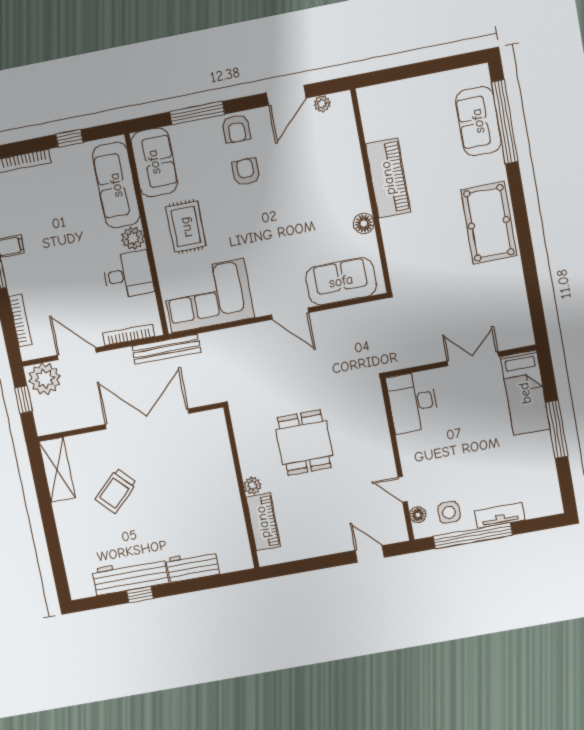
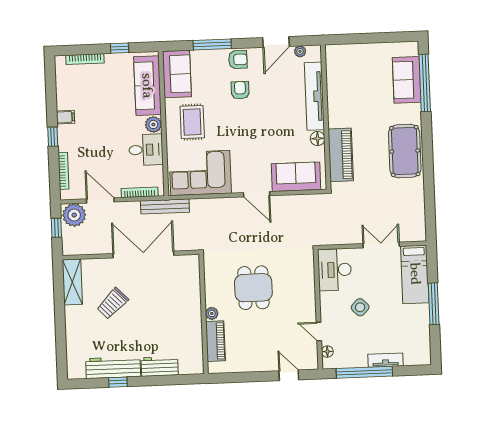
armchair: (236, 129) -> (238, 60), turned -90
tv unit: (351, 164) -> (314, 96), added
piano: (388, 178) -> (341, 155), moved
side table: (449, 512) -> (360, 307), moved, turned 45

